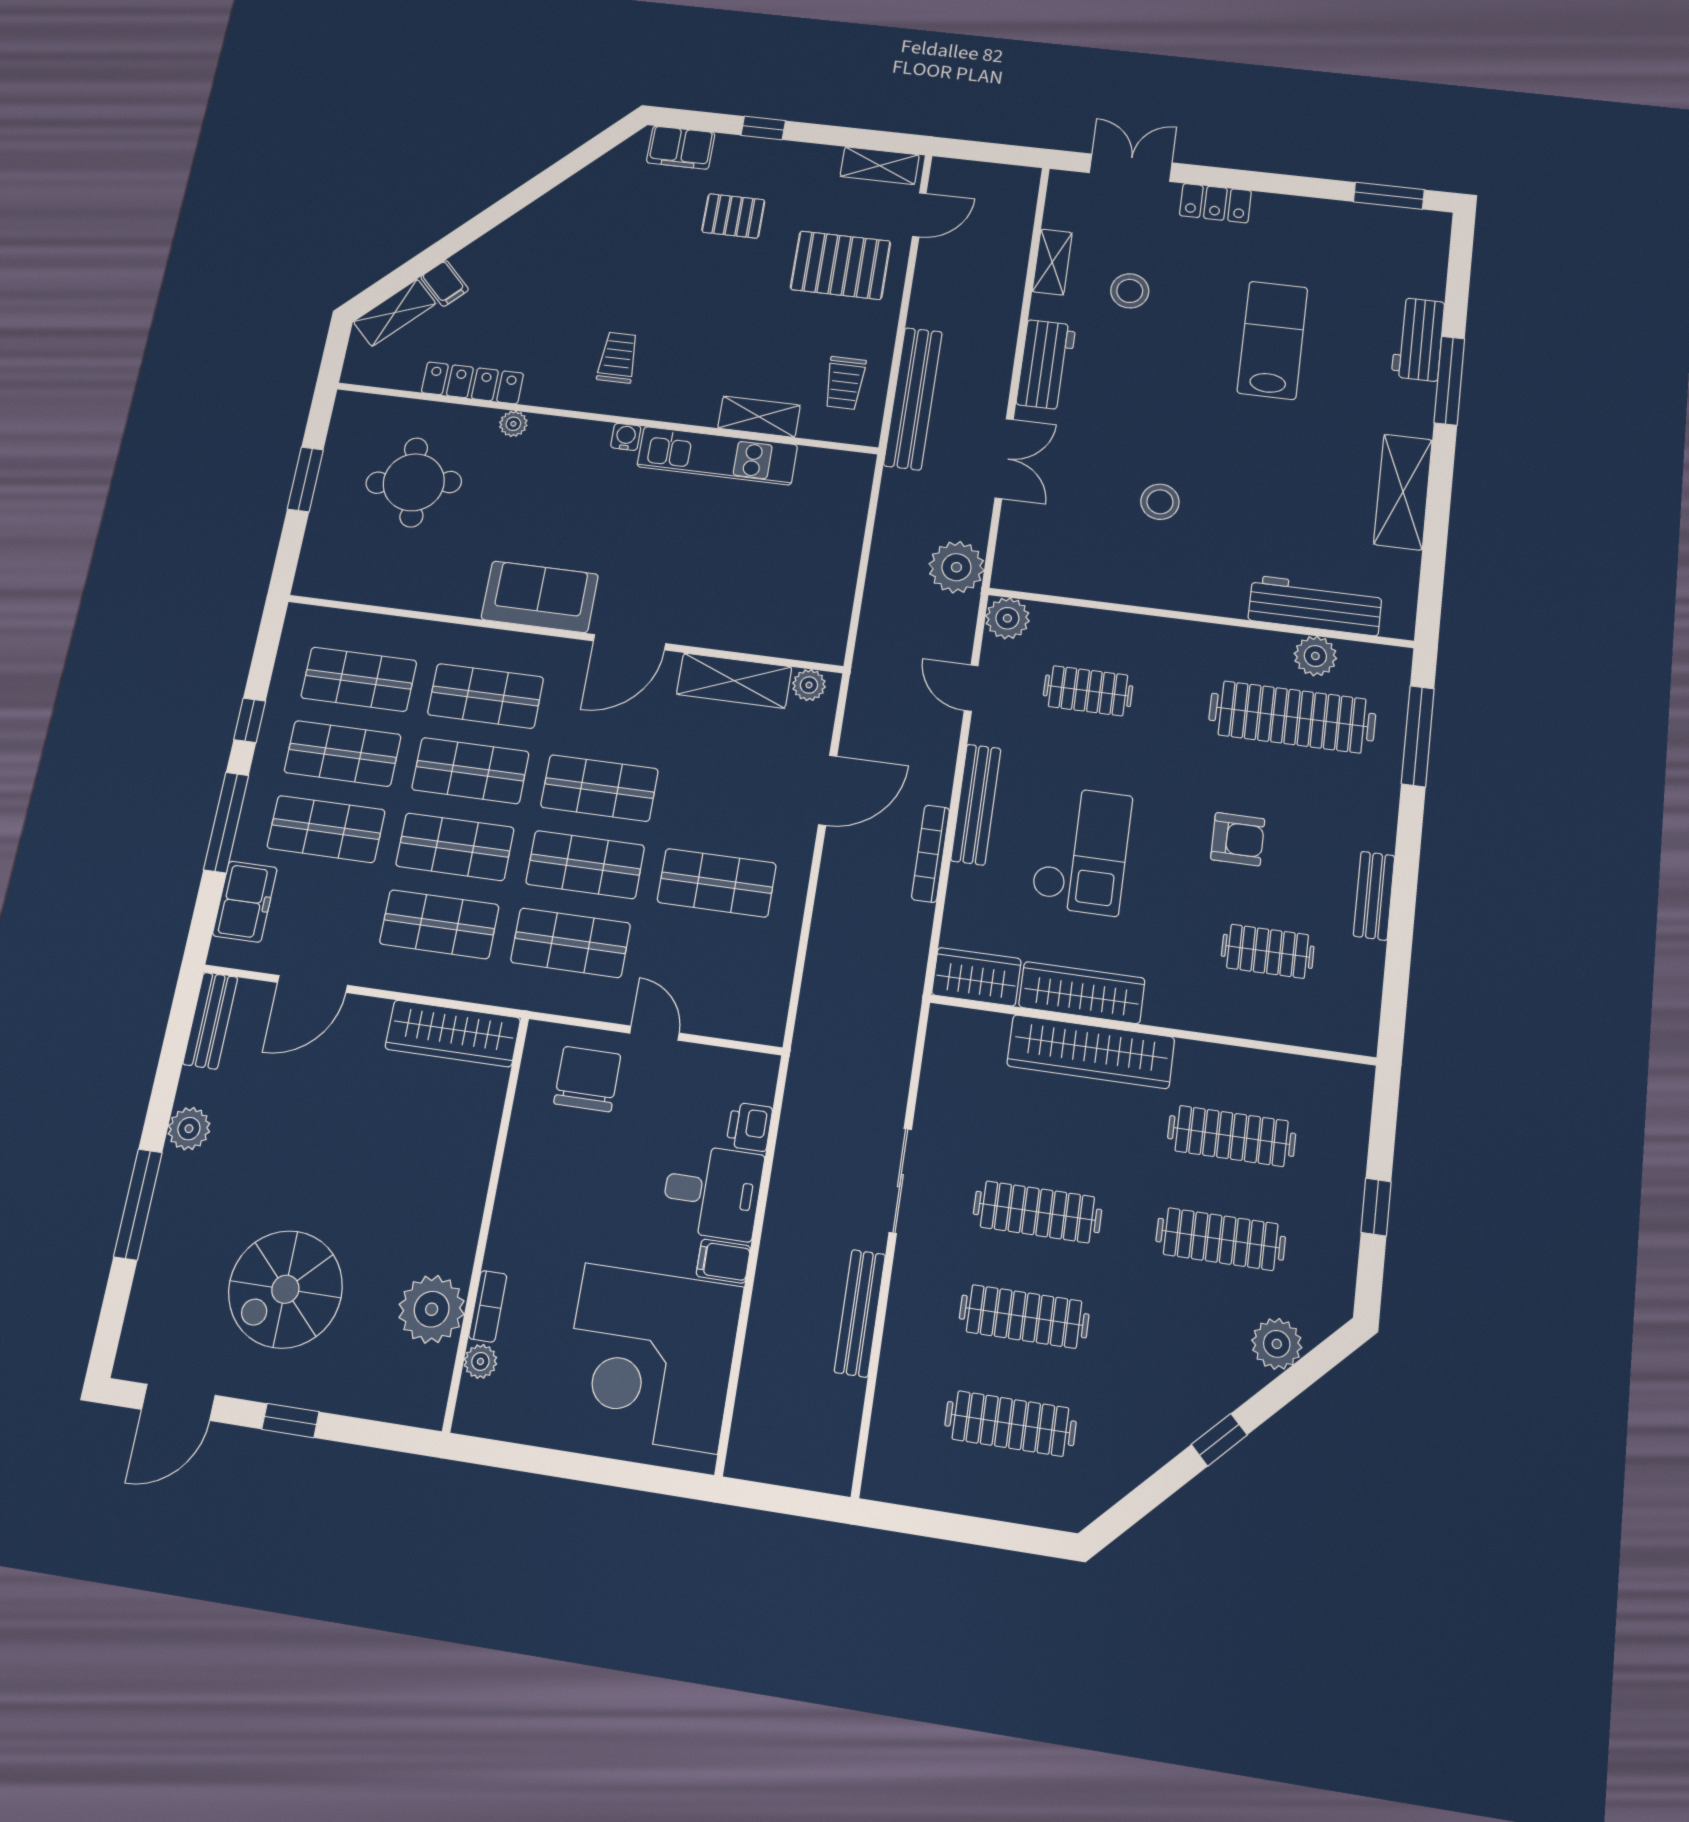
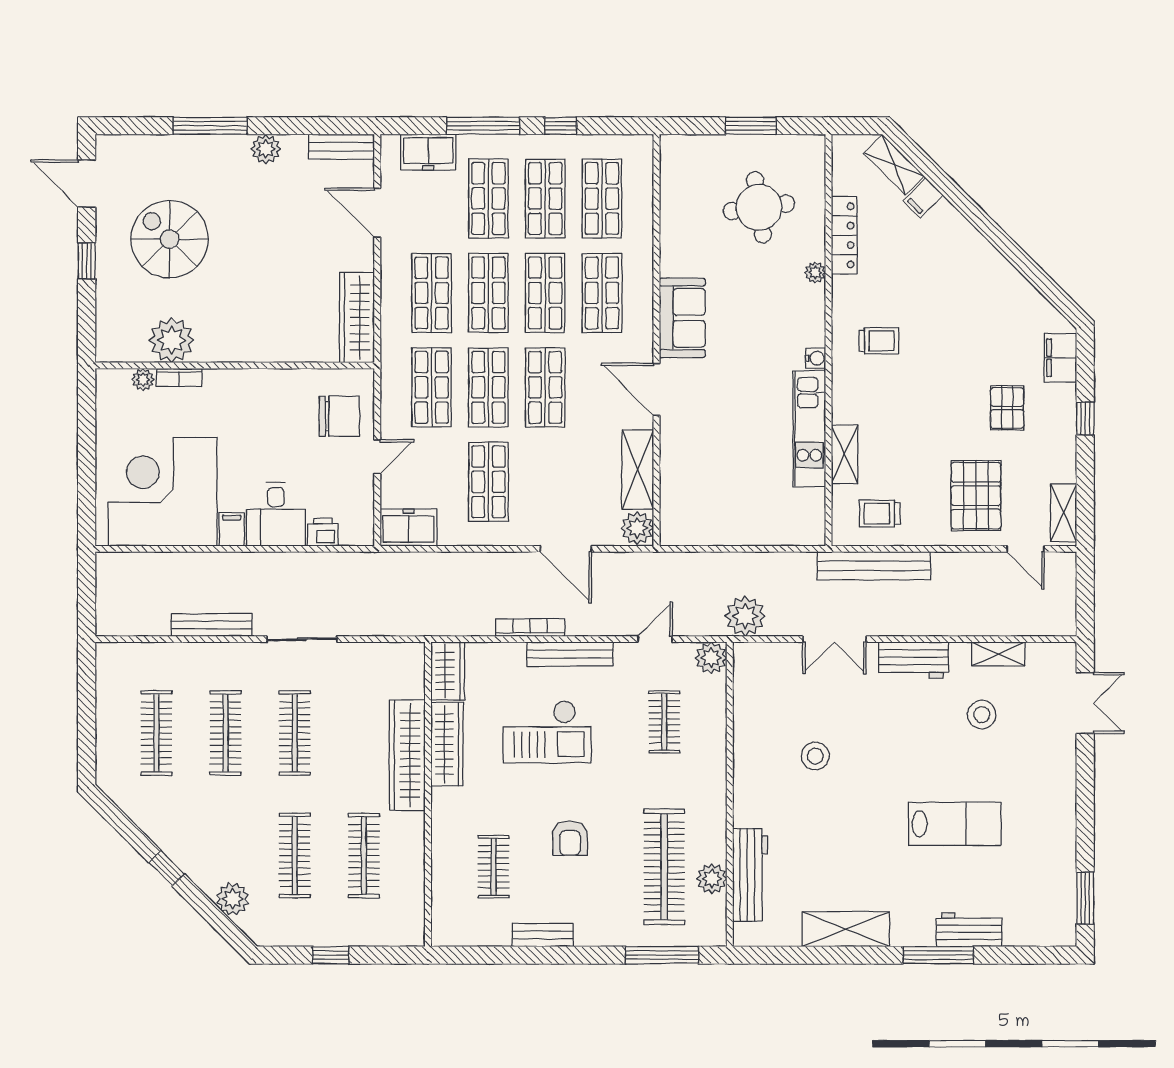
locker: (1215, 203) -> (1063, 770), removed
plant: (809, 685) -> (637, 528), width x1.38, depth x1.38
freezer: (763, 1003) -> (408, 528), added

